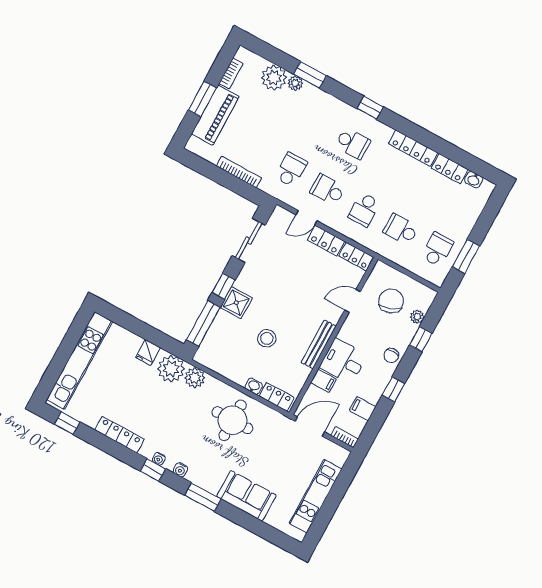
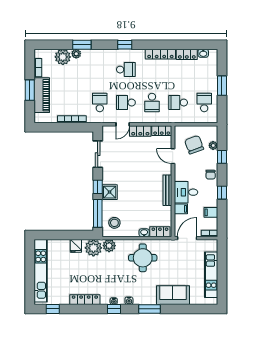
window: (466, 256) -> (222, 86), moved
door: (353, 301) -> (173, 156), hinge flipped
stool: (267, 338) -> (114, 223), moved

